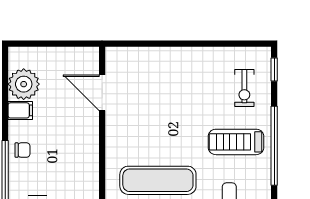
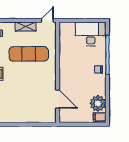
filing cabinet: (20, 110) -> (100, 117), moved

